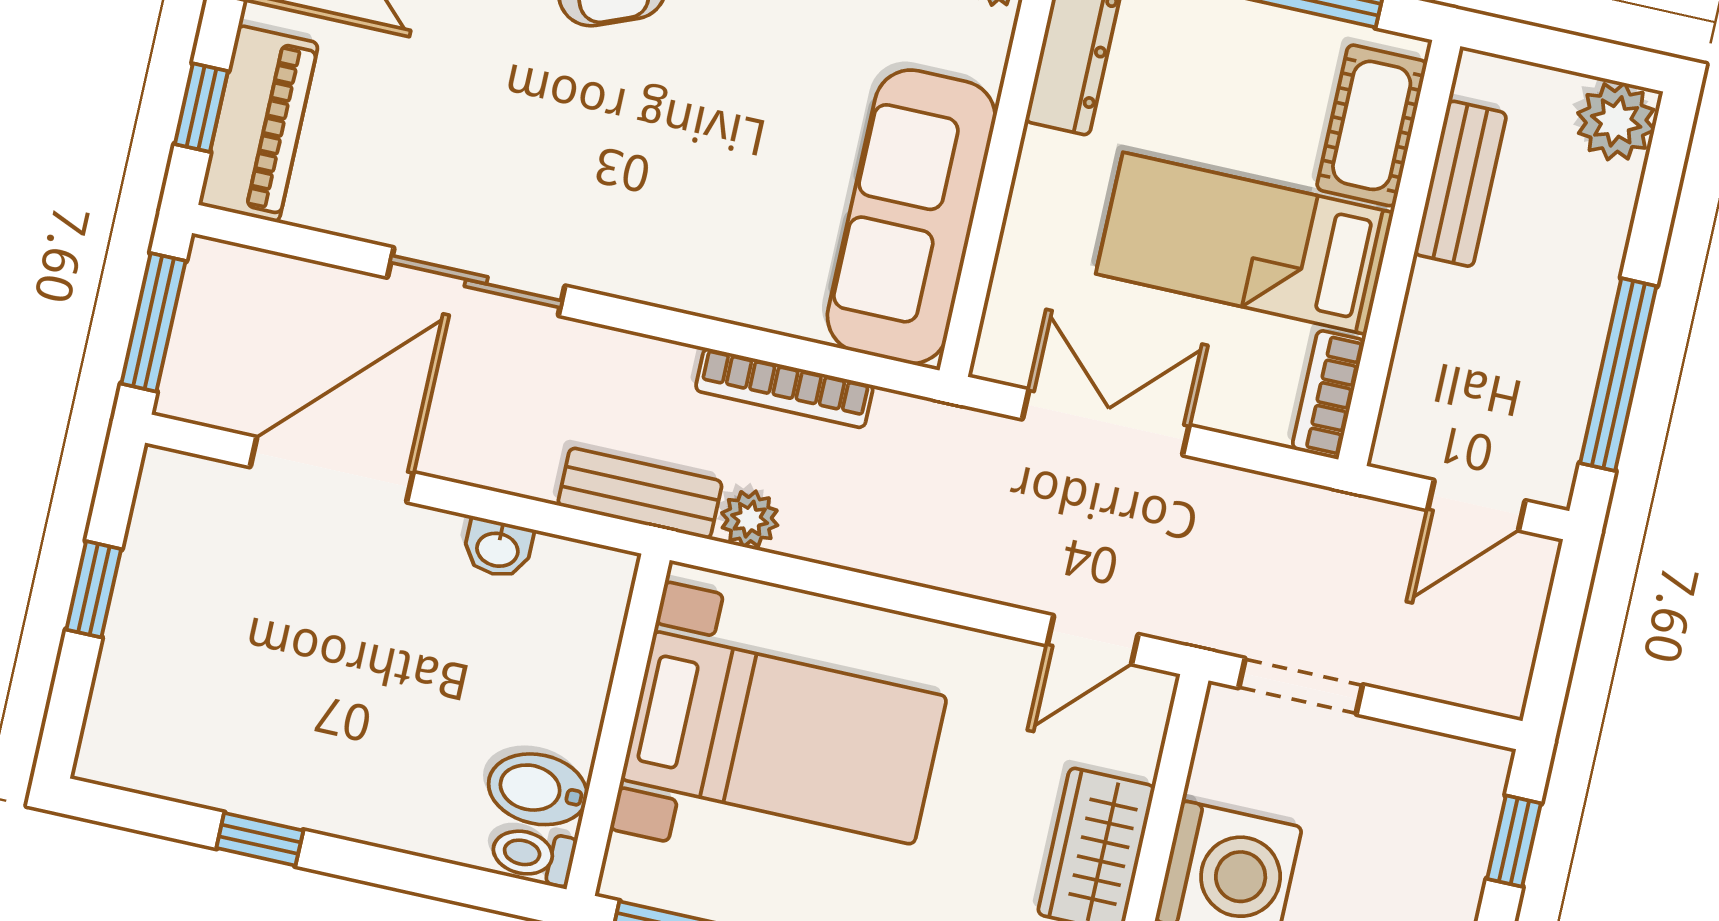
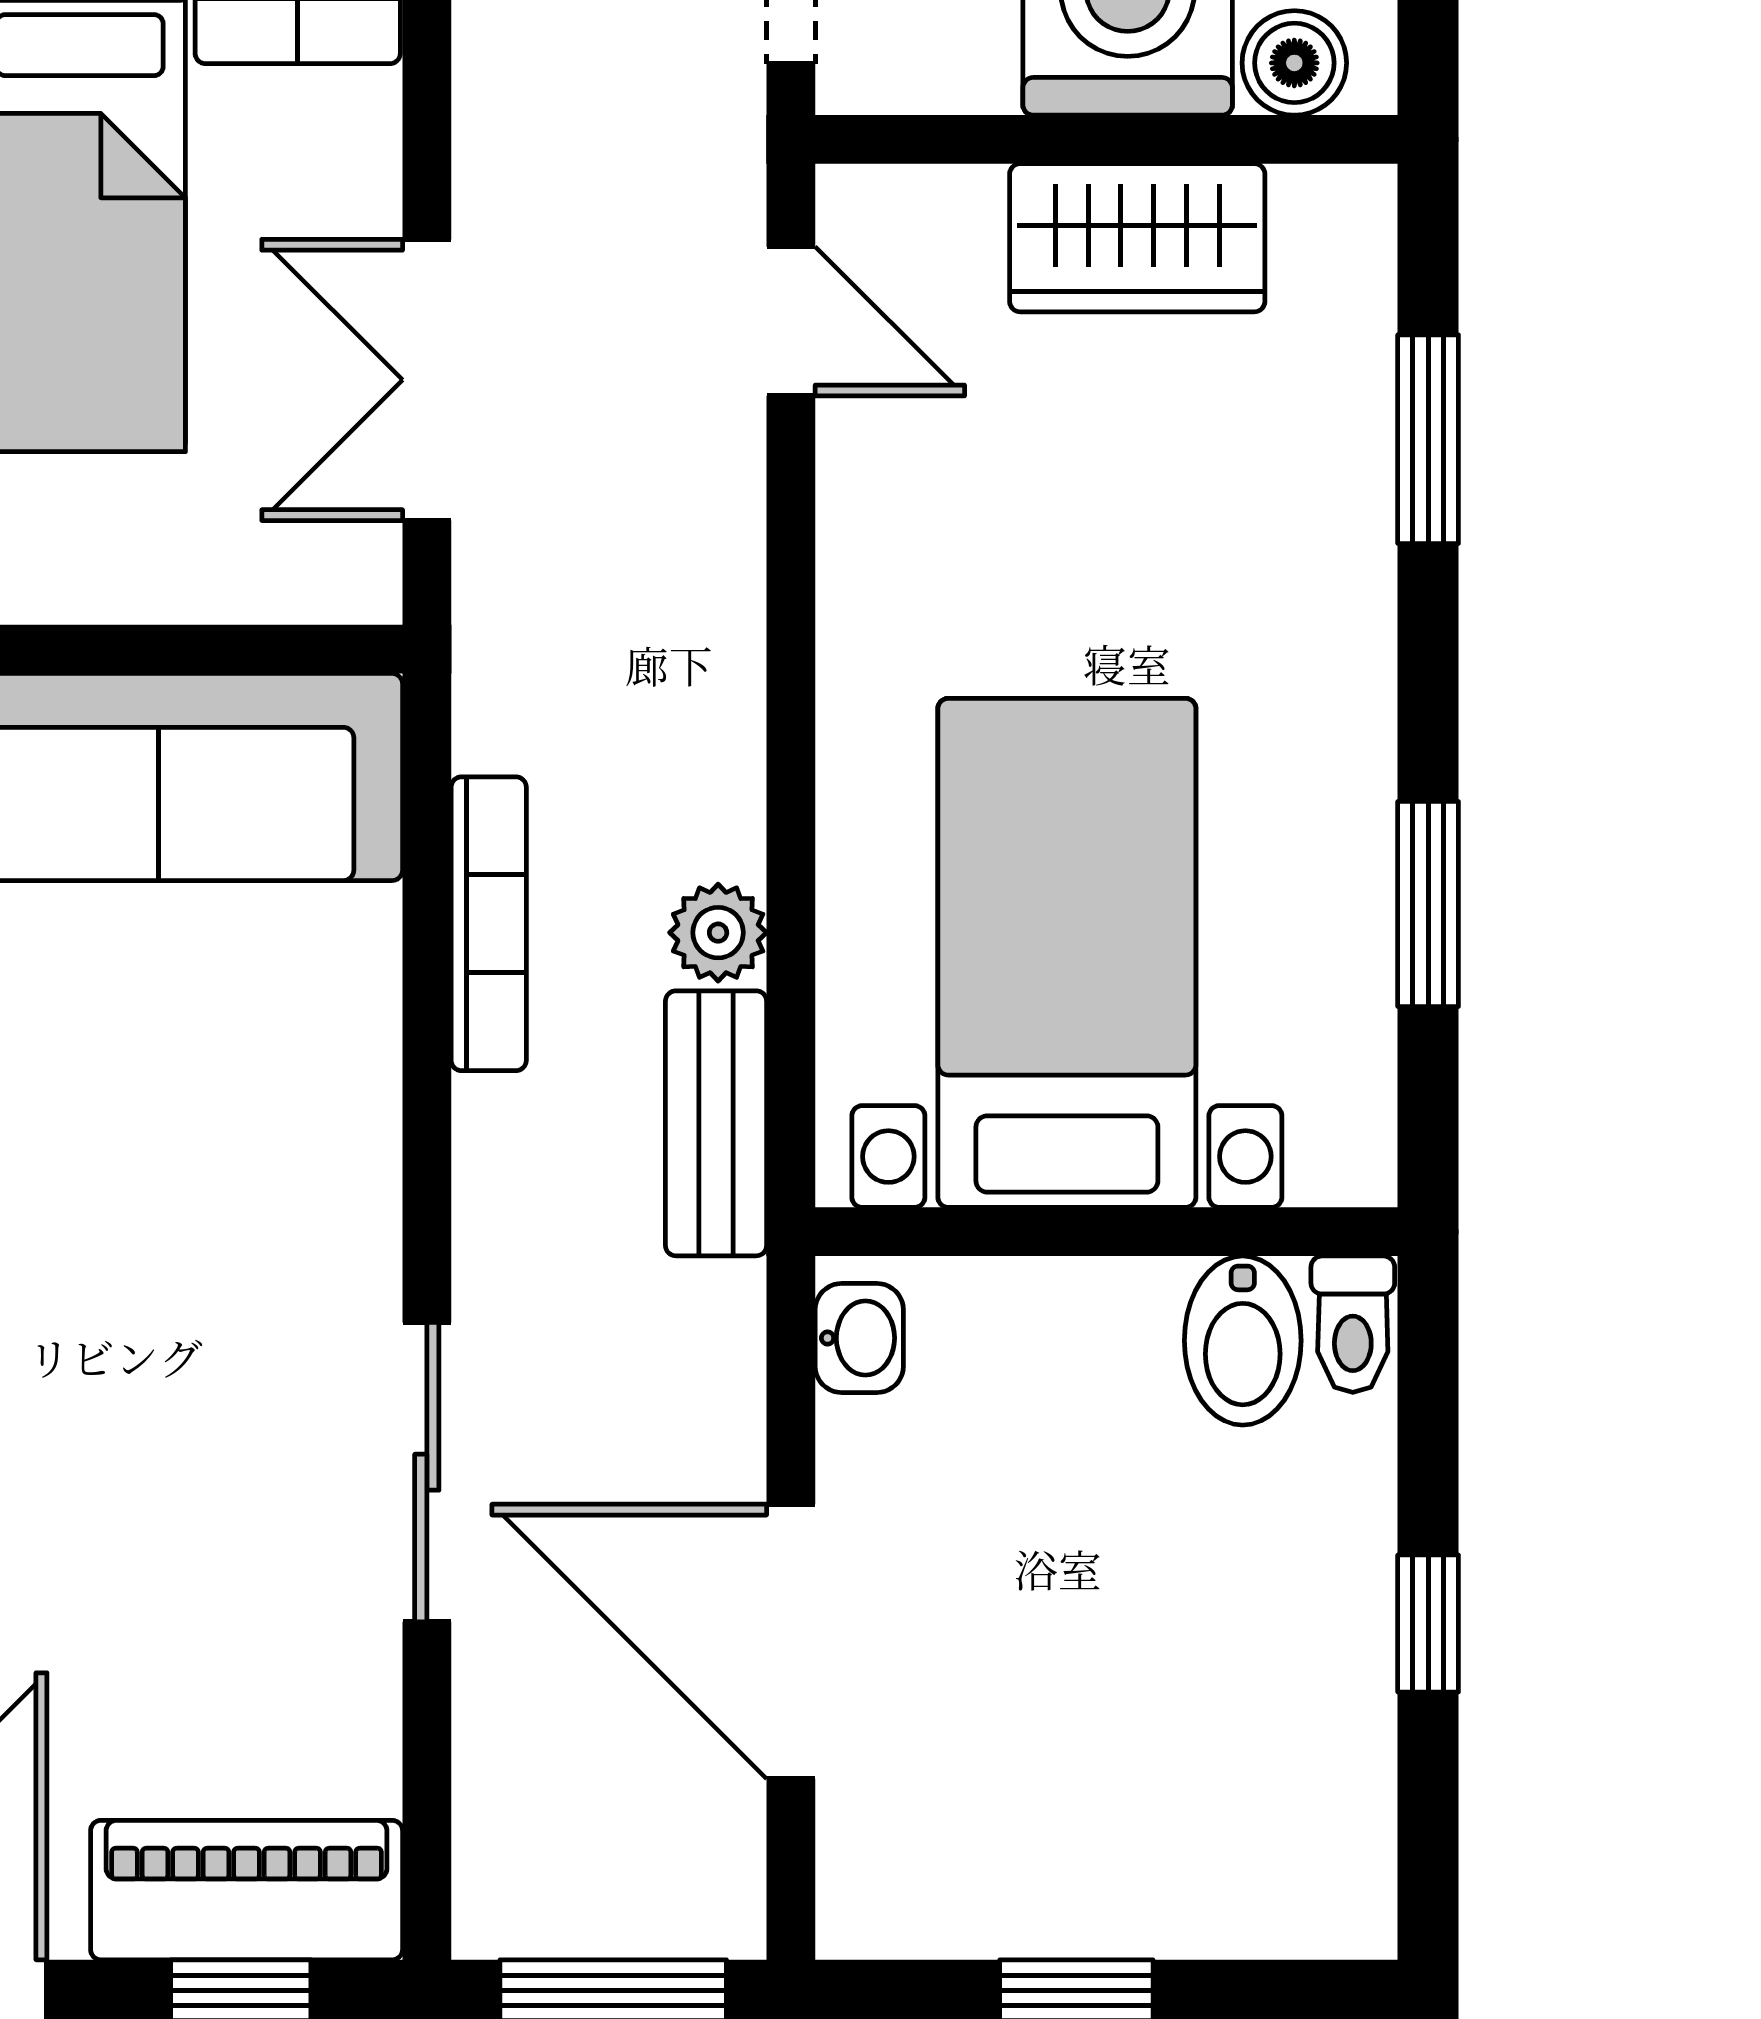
wall: (618, 725) -> (1106, 1232), moved
bed with nightstands: (784, 738) -> (1067, 953), moved
bidet: (538, 789) -> (1243, 1341), moved
toilet: (533, 855) -> (1353, 1324), moved

